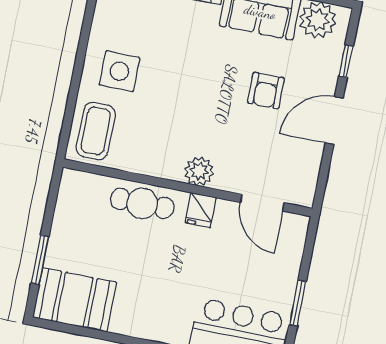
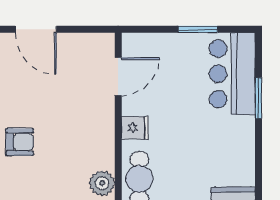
armchair: (266, 90) -> (20, 142), moved
plant: (199, 171) -> (102, 183), moved

